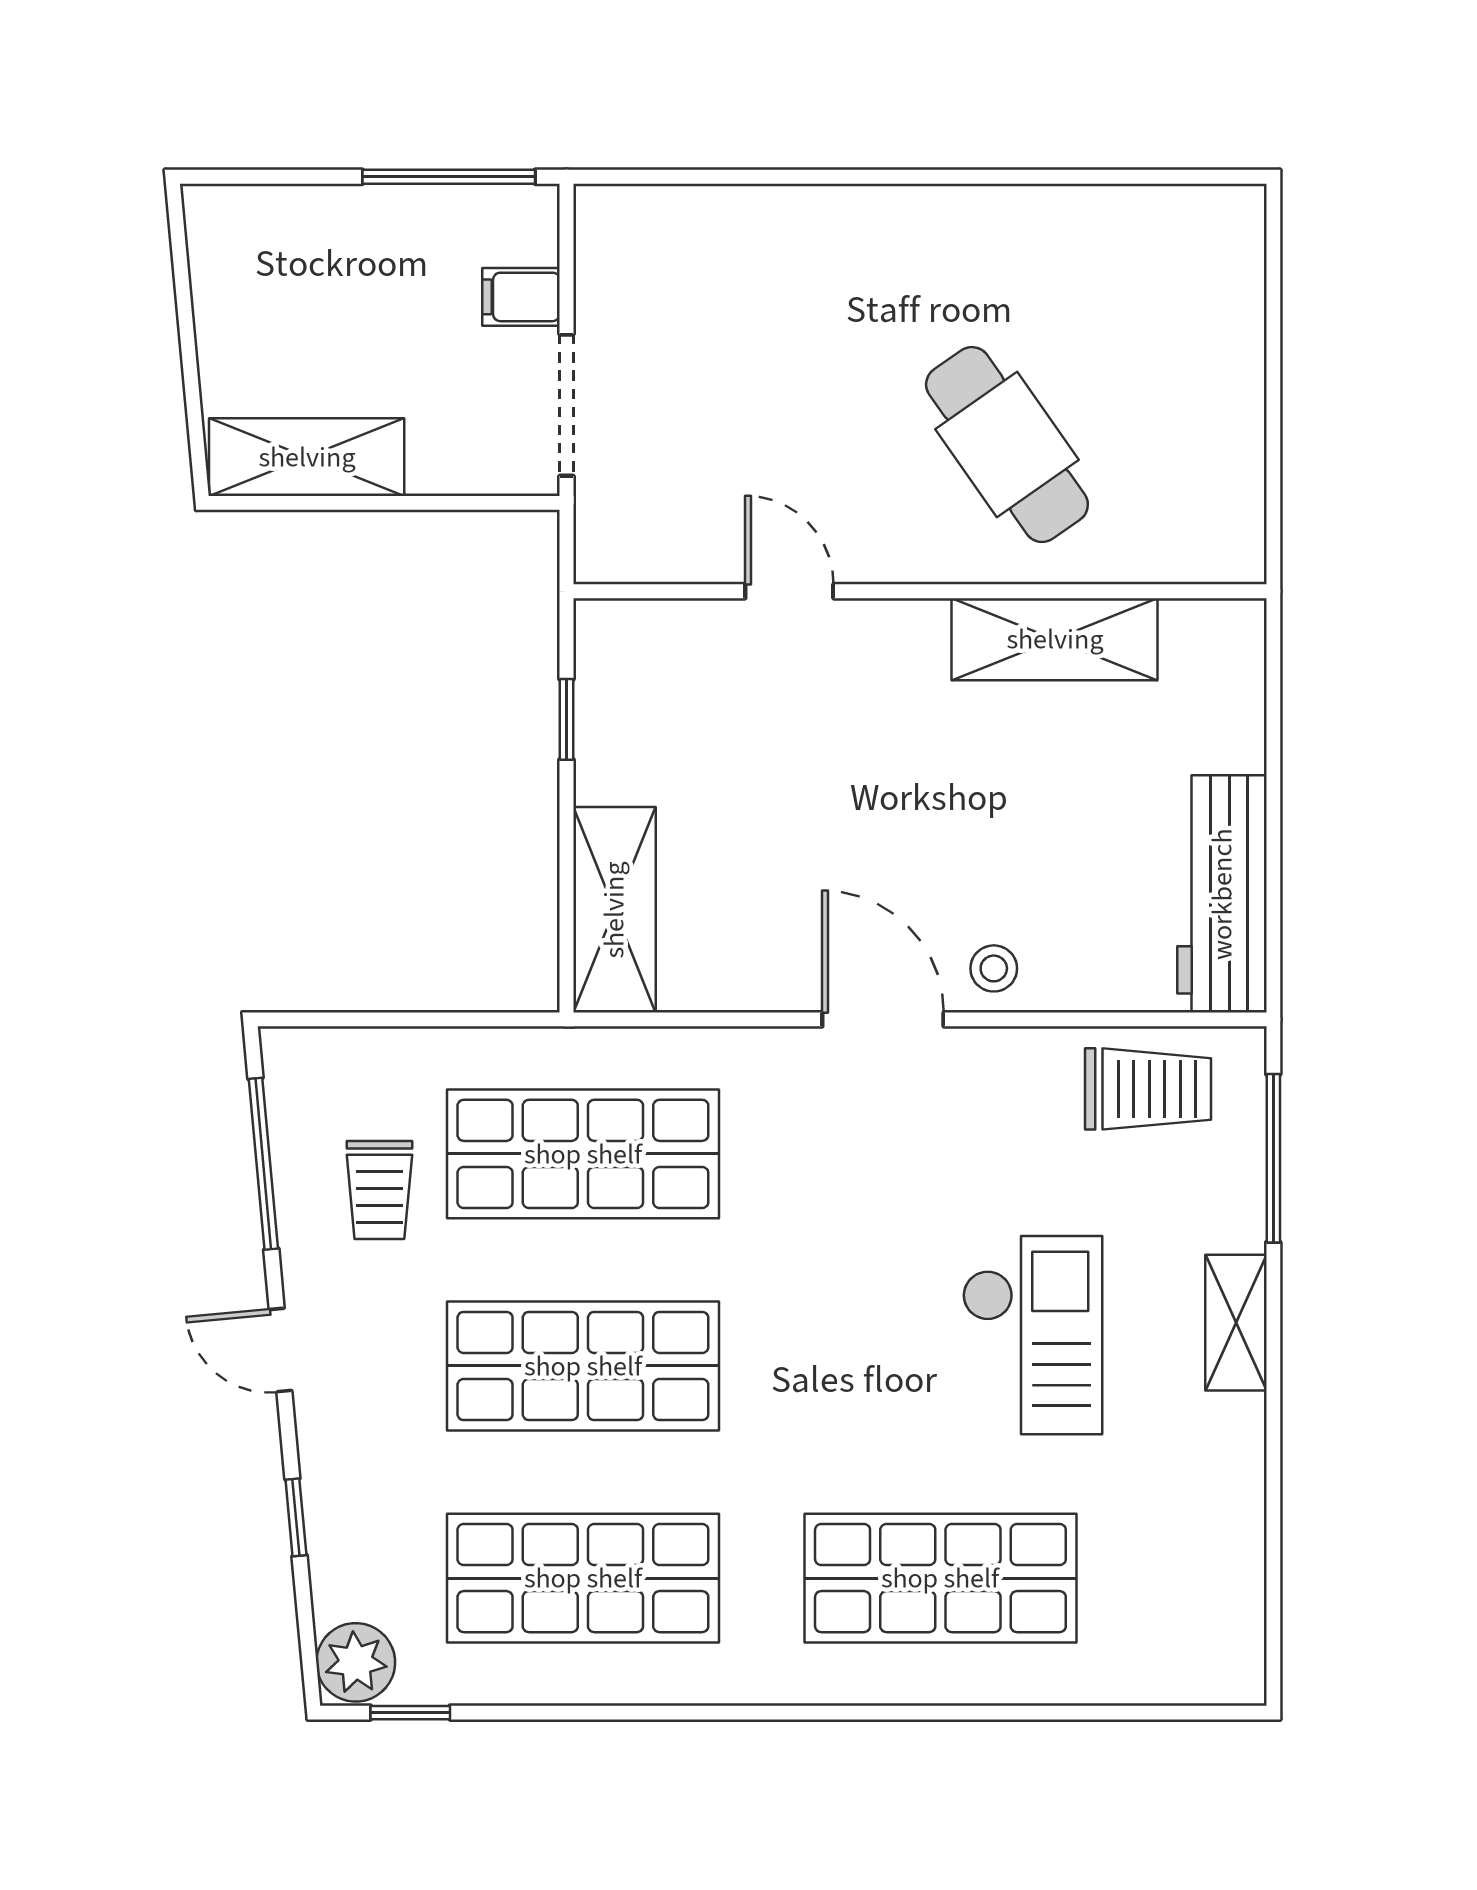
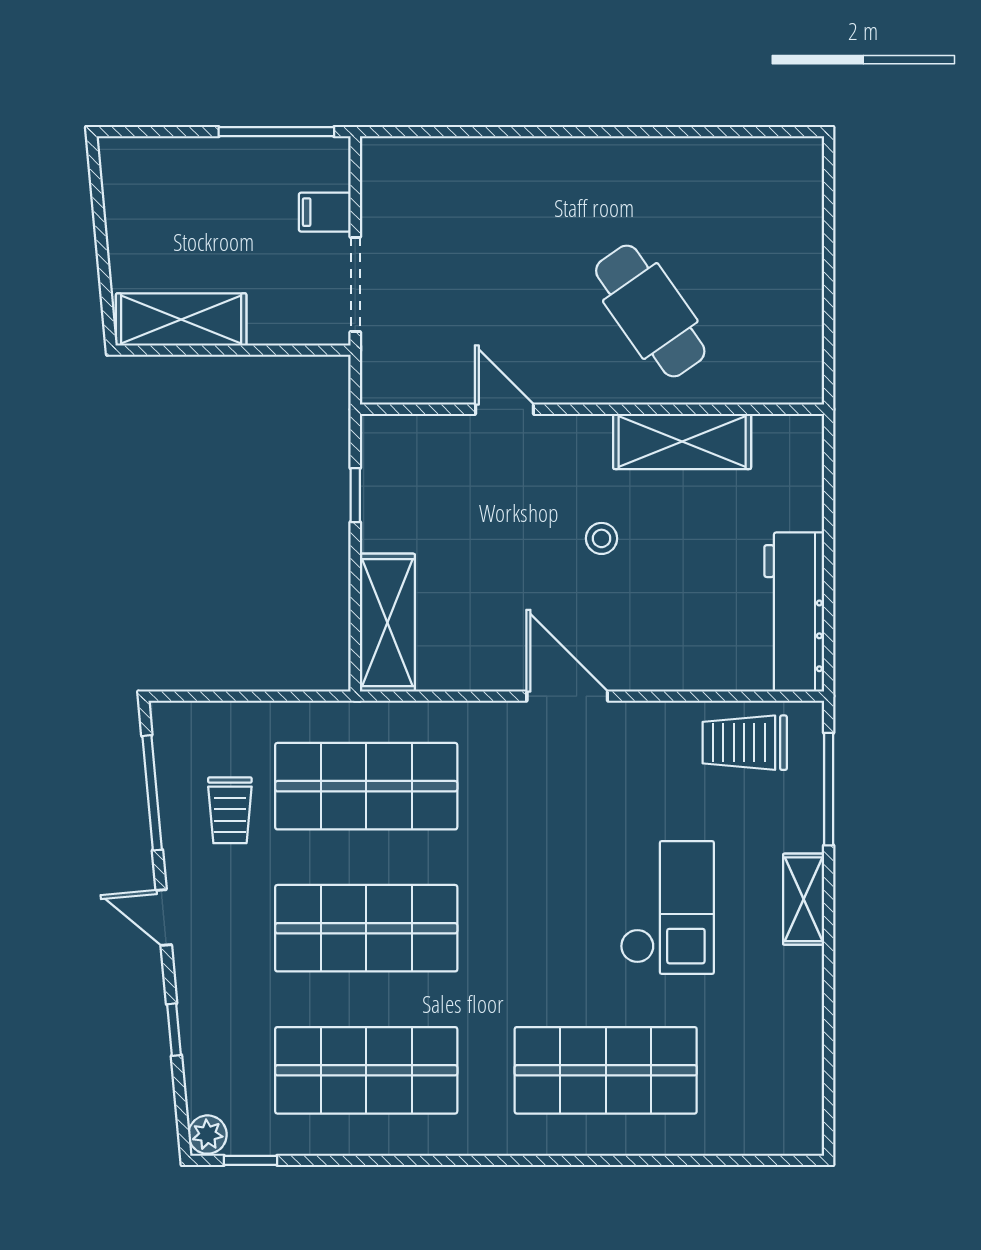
stool: (994, 968) -> (602, 538), moved
trolley: (1148, 1089) -> (745, 743), turned 180
plant: (356, 1662) -> (208, 1135), width x0.73, depth x0.73

